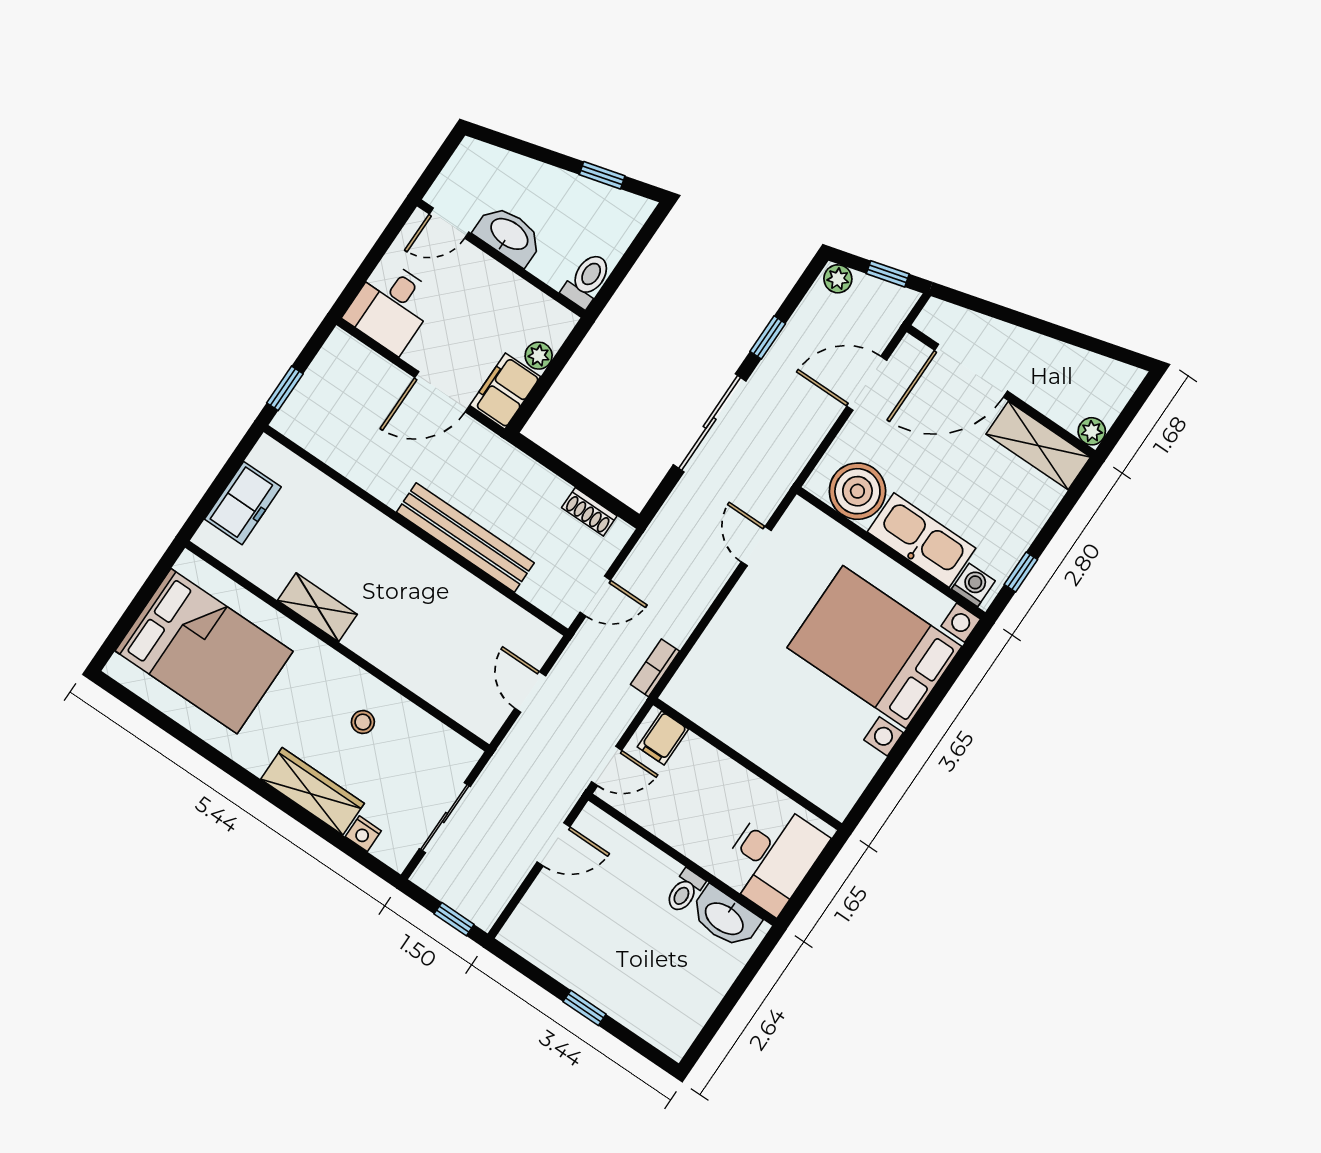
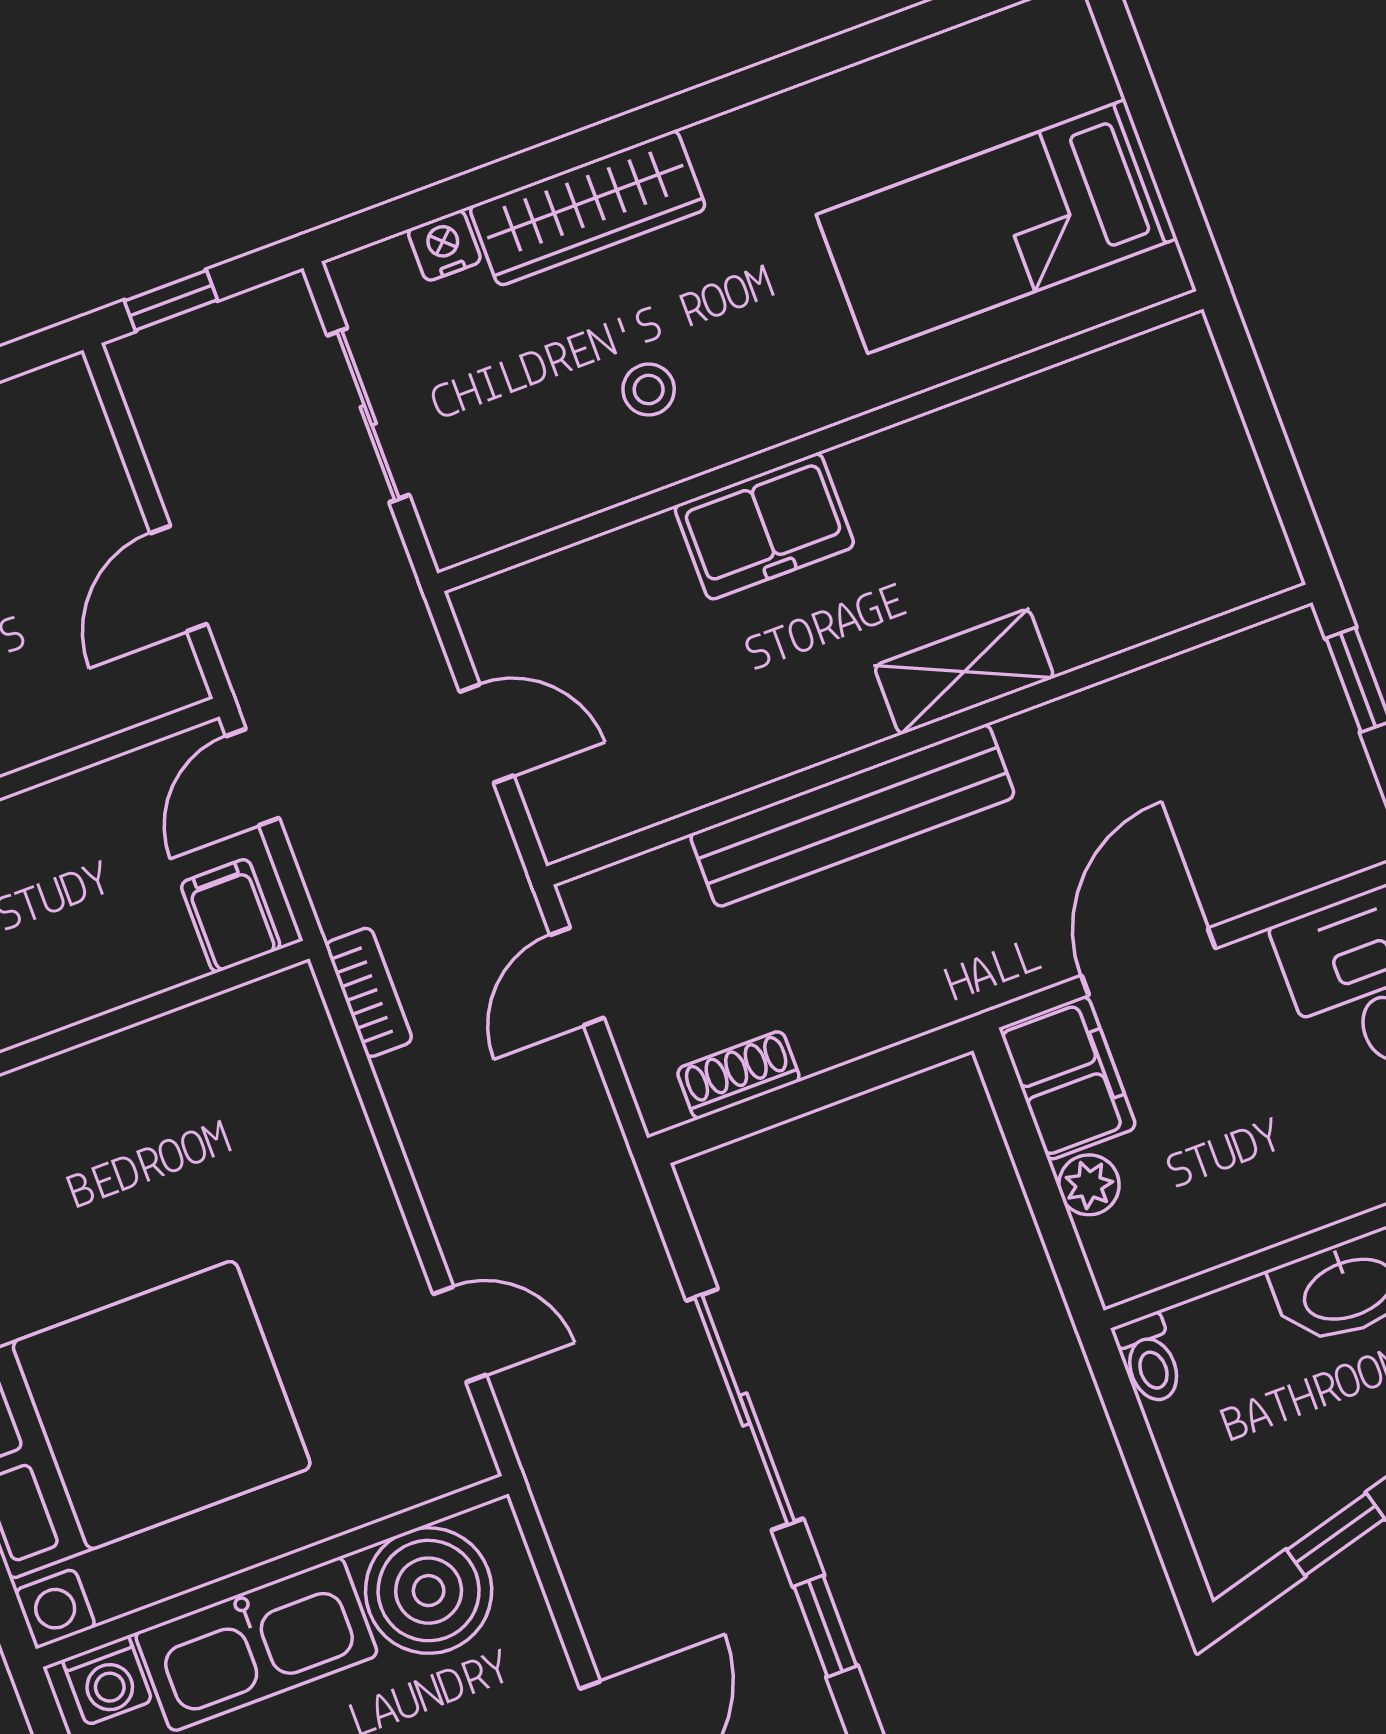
toilet: (587, 280) -> (1149, 1359), width x0.73, depth x0.72
freezer: (243, 503) -> (764, 526), moved, turned -90
shelving: (317, 607) -> (964, 672), moved
bed: (204, 651) -> (997, 226), width x0.67

